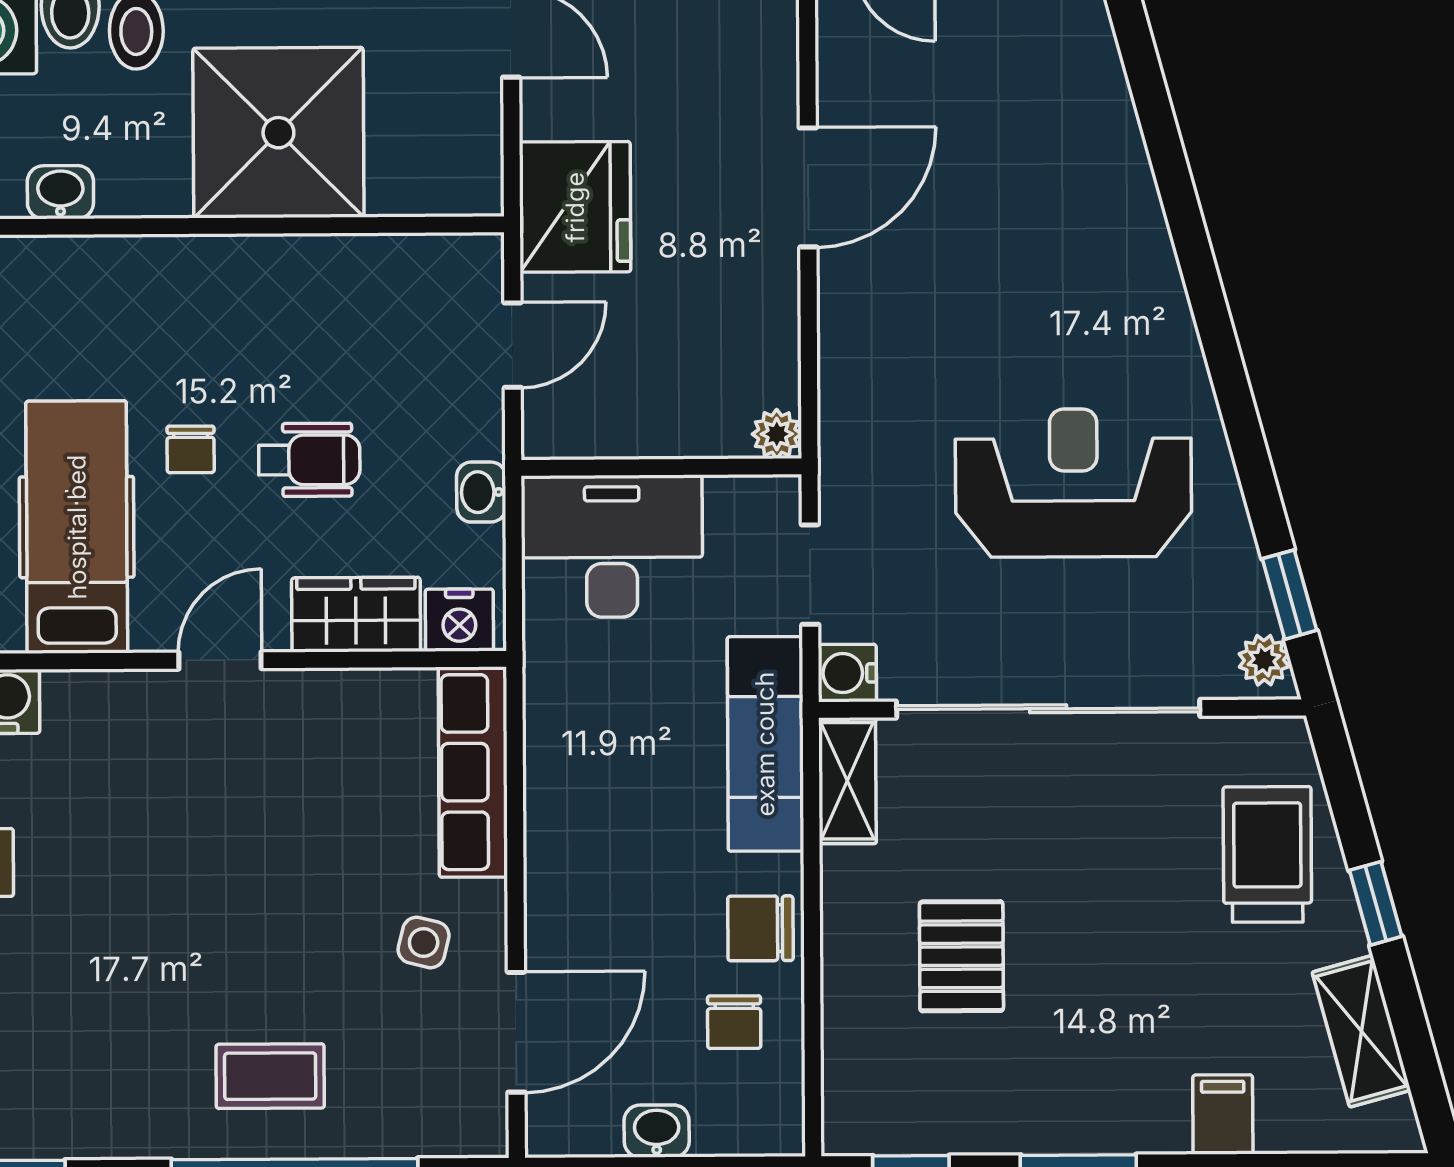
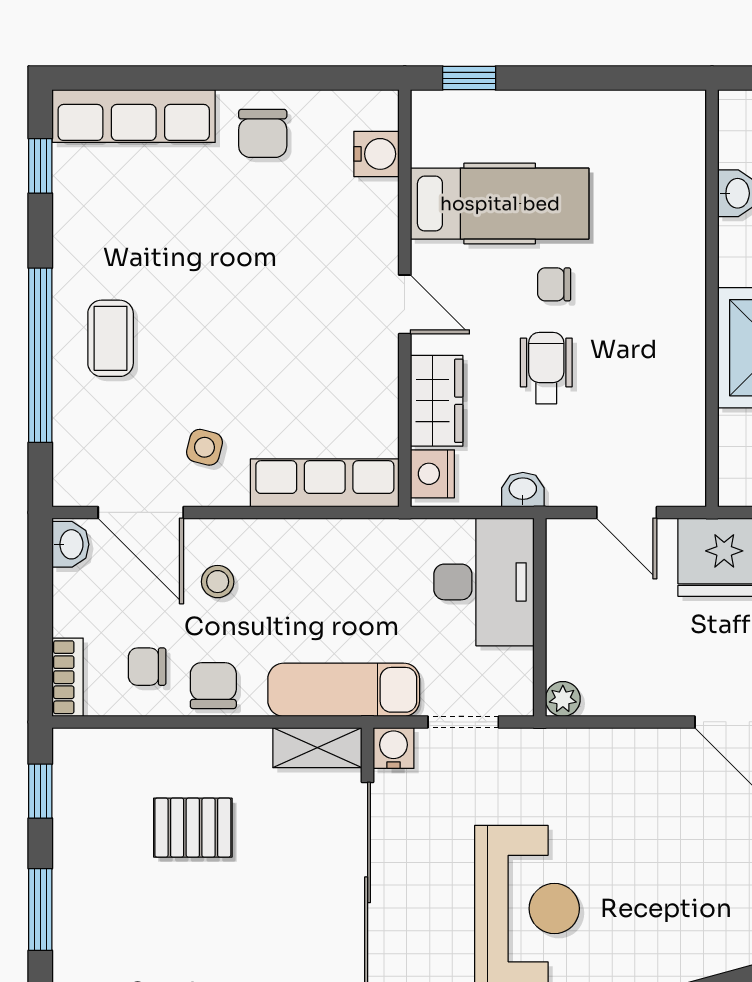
wheelchair: (309, 460) -> (546, 368), turned 180
stool: (613, 923) -> (218, 582), added
washbasin: (657, 1131) -> (70, 544), moved
bookcase: (750, 1135) -> (68, 677), added

